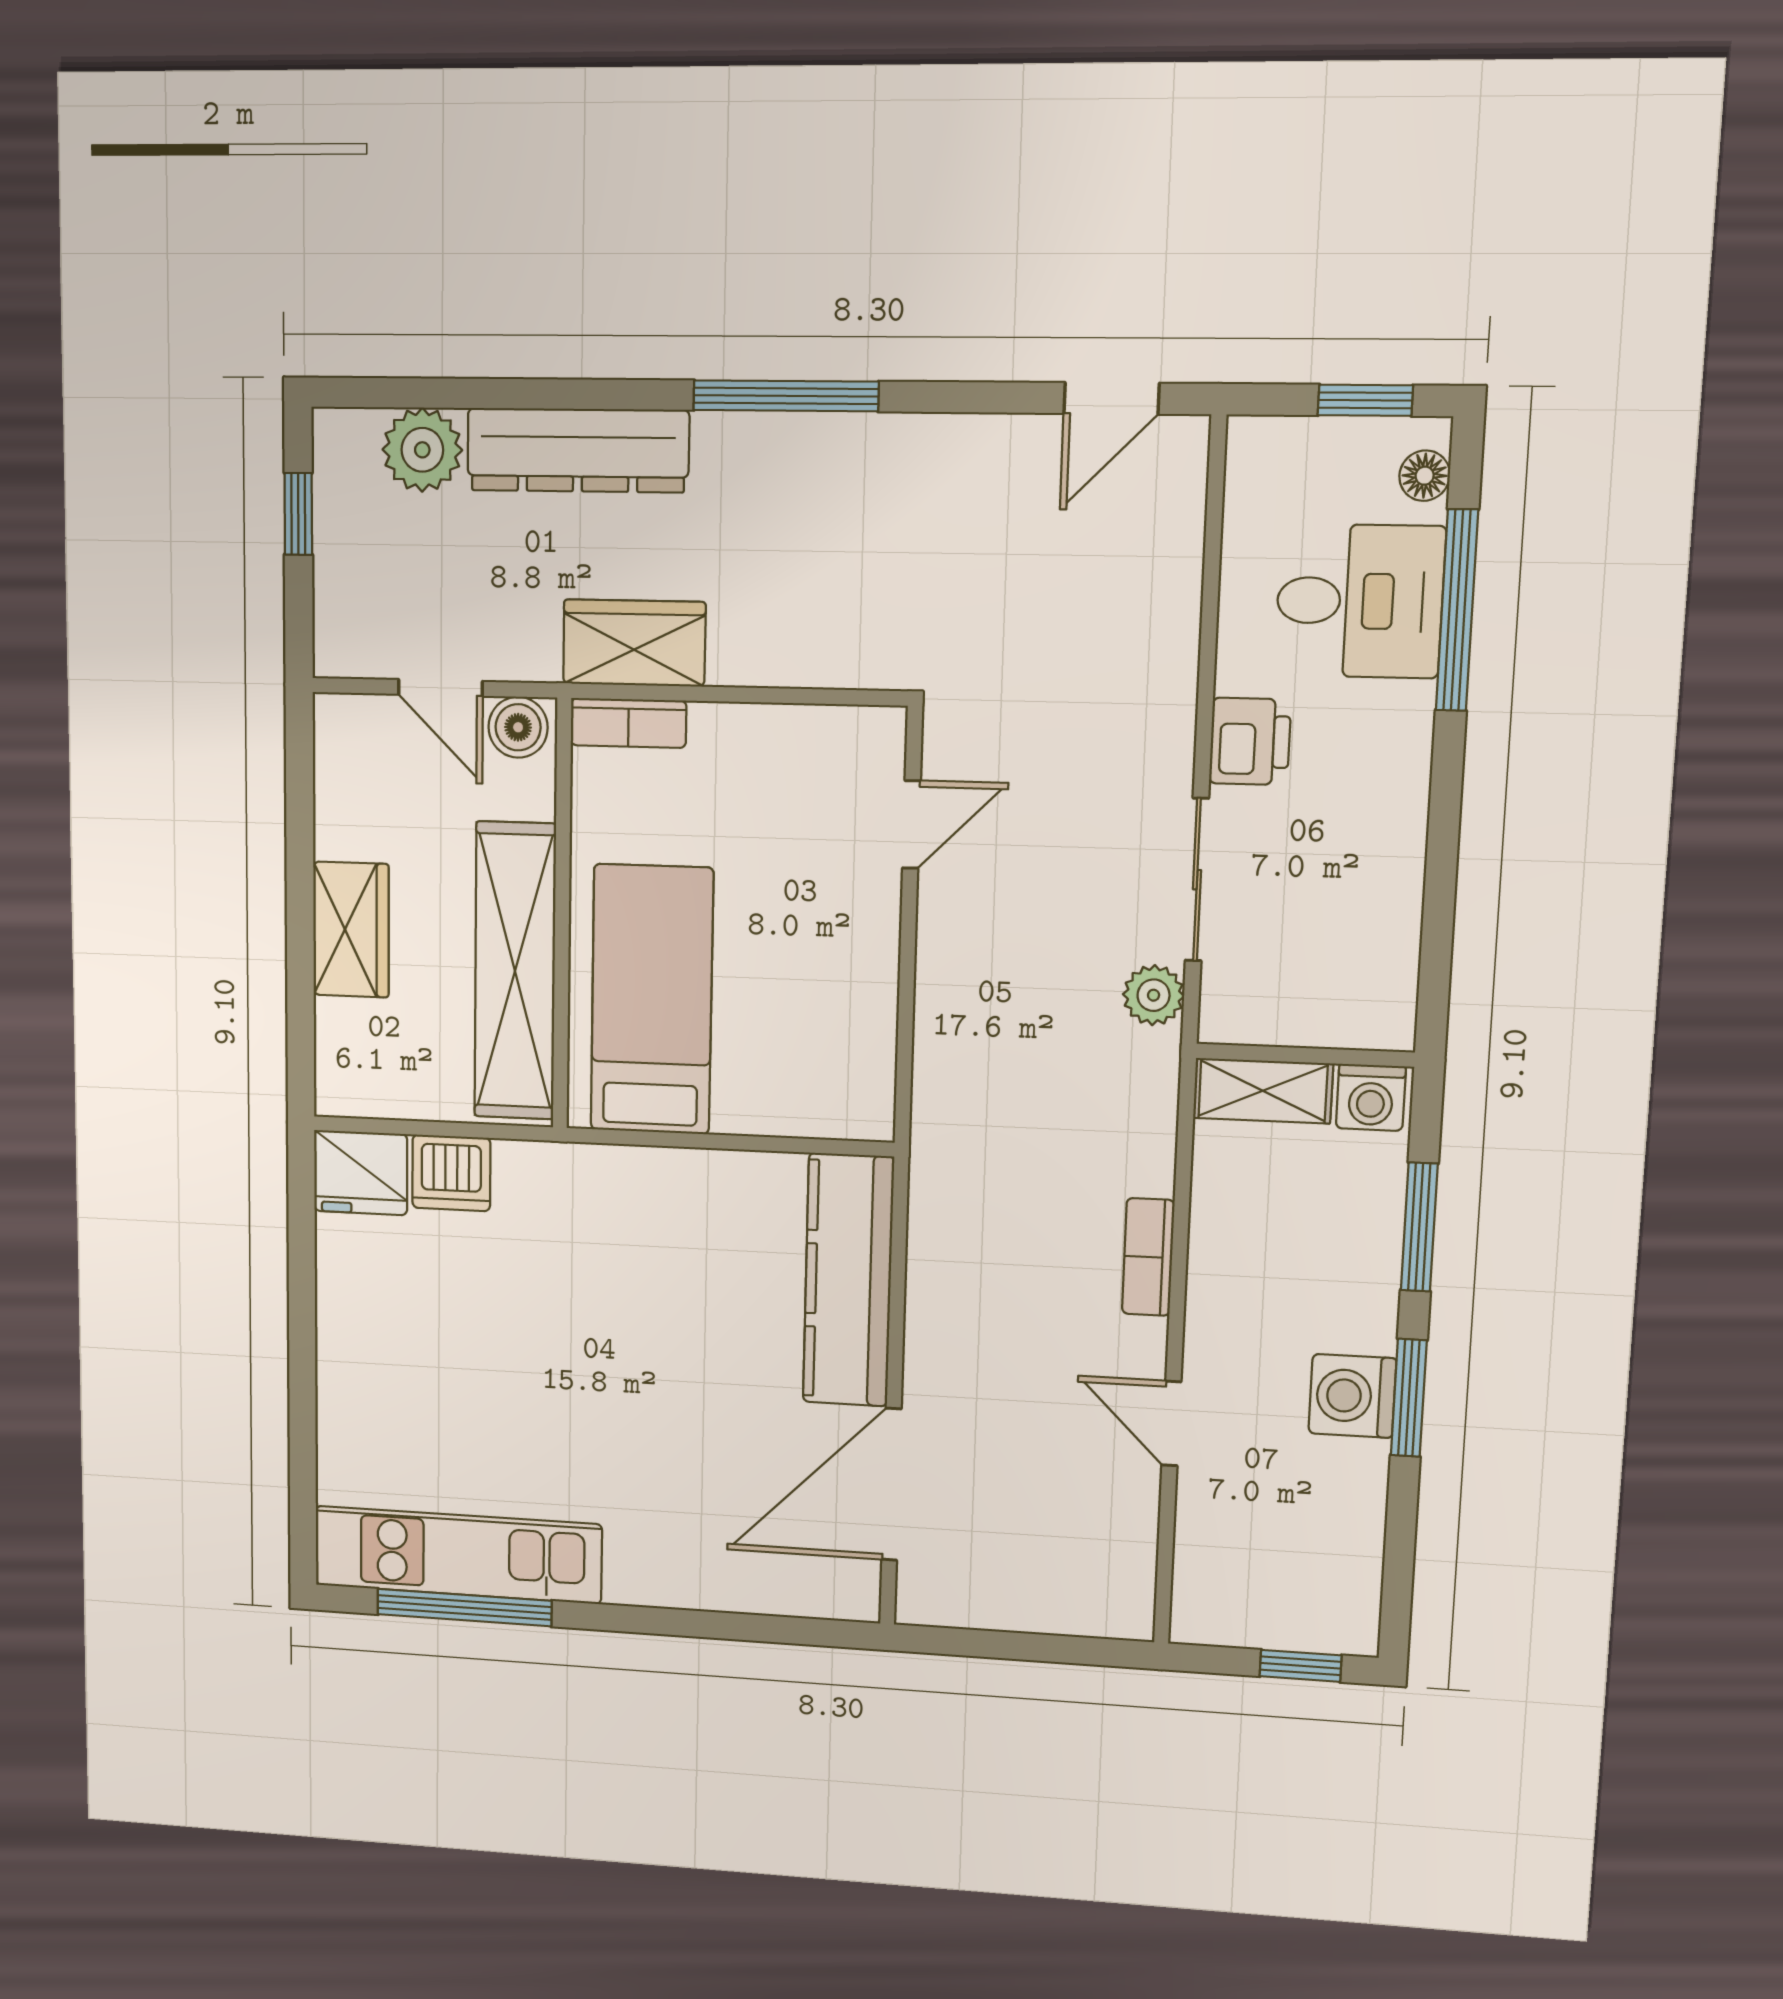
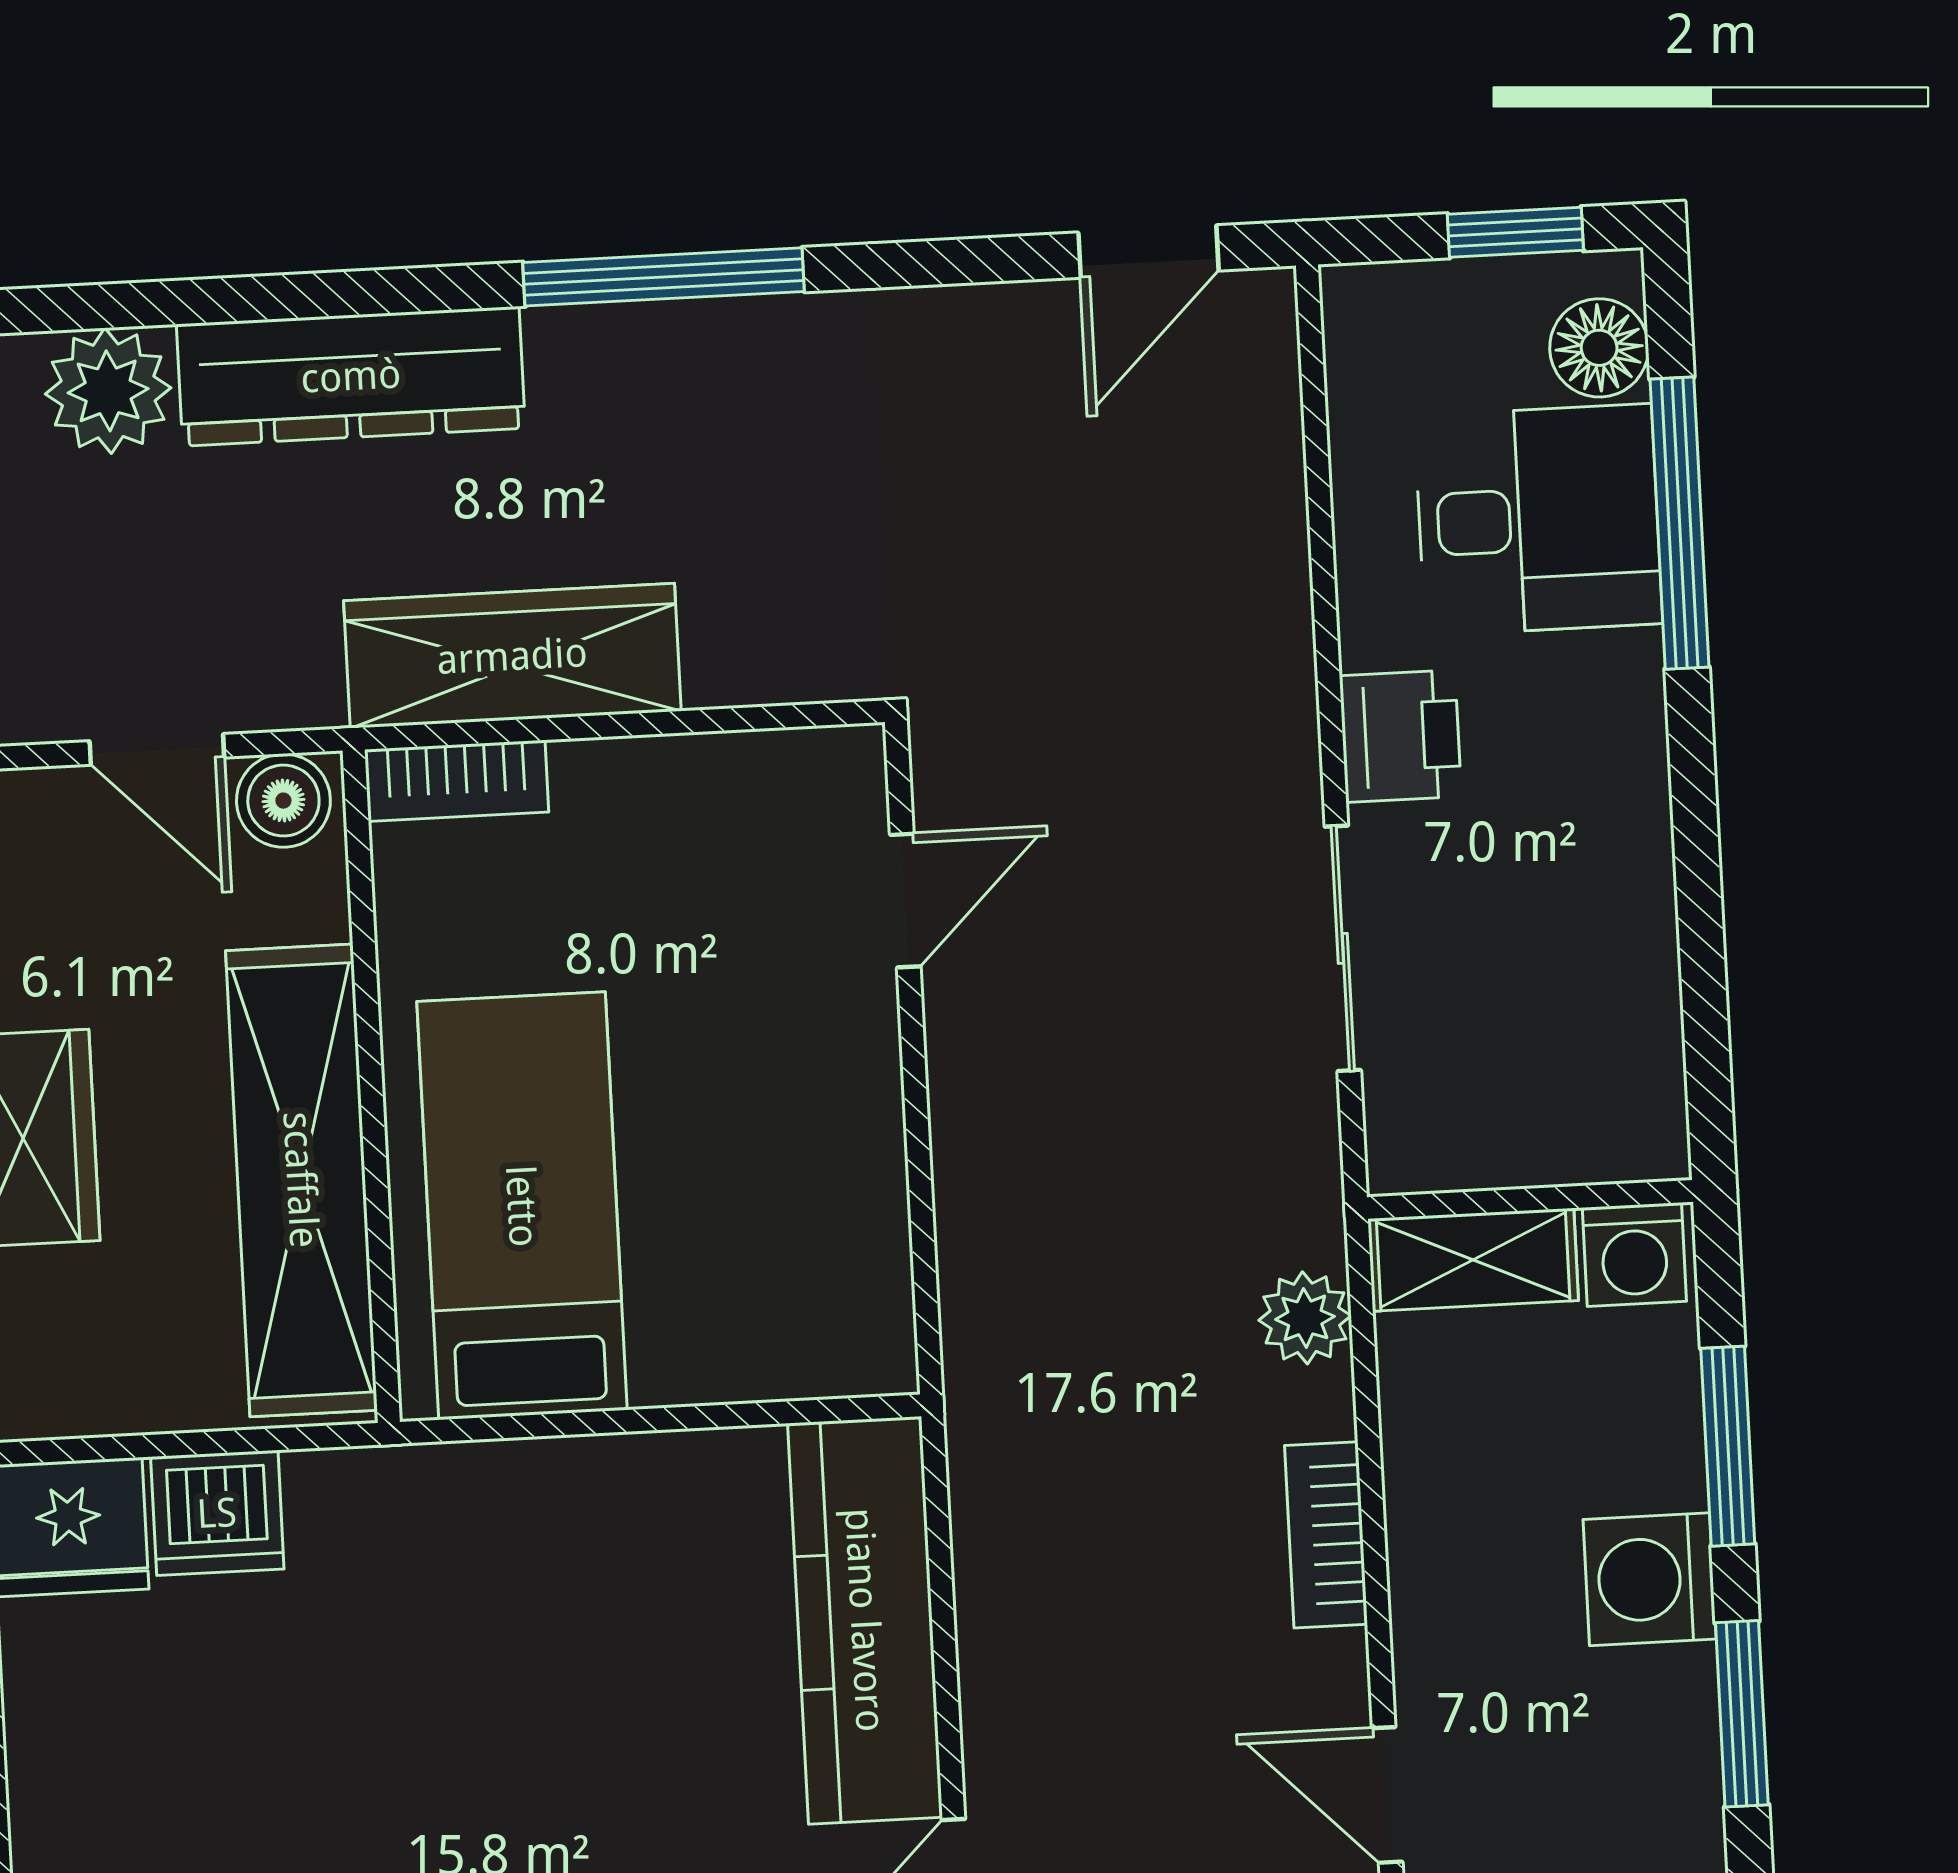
floor lamp: (1425, 476) -> (1599, 348), width x1.37, depth x1.37
wardrobe: (634, 643) -> (512, 656), width x1.50
plant: (1154, 995) -> (1305, 1318), moved
washing machine: (1352, 1396) -> (1650, 1579), moved

